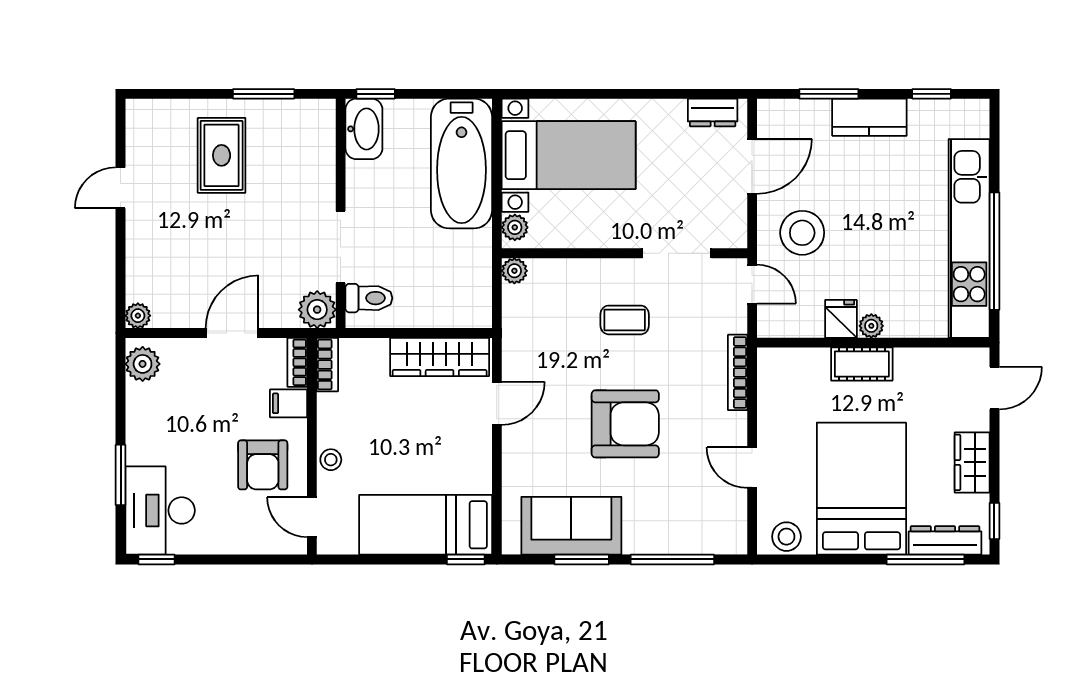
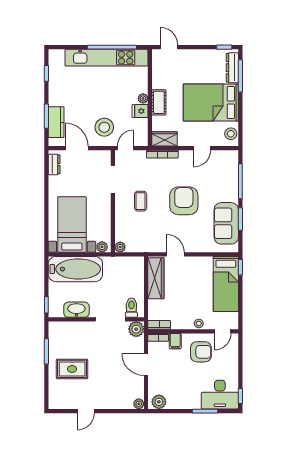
kitchen counter: (869, 117) -> (56, 122), moved
washbasin: (364, 129) -> (76, 310), moved
door: (121, 188) -> (86, 411), hinge flipped
wardrobe: (972, 462) -> (165, 139), moved, turned 180

